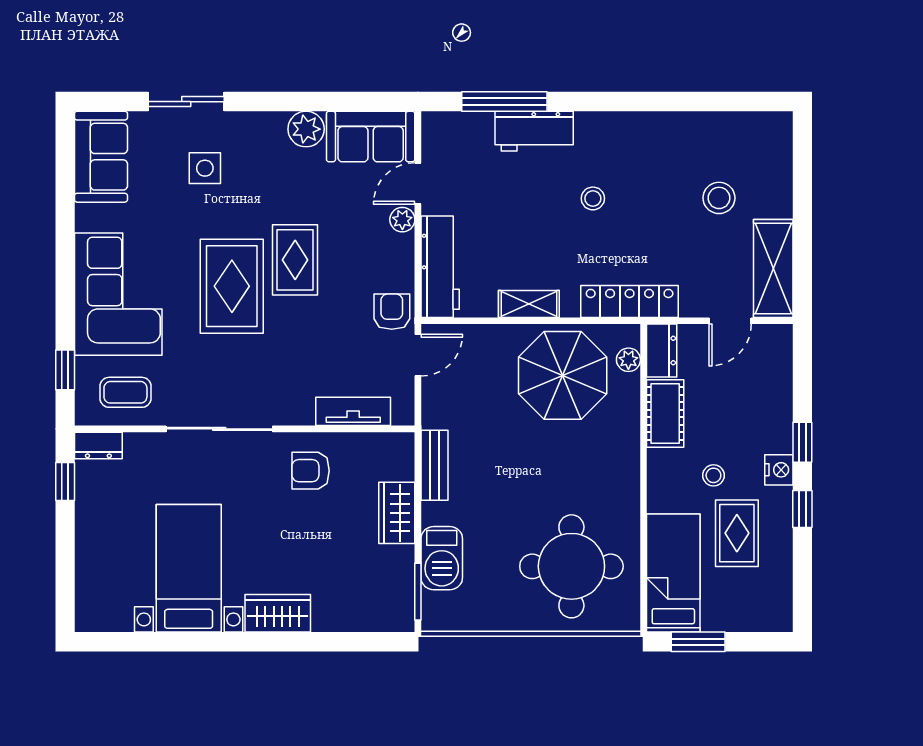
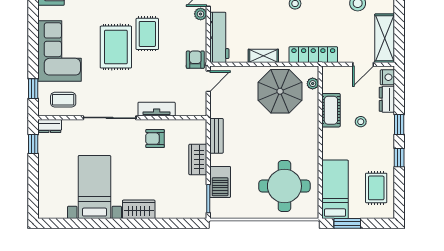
dresser: (662, 351) -> (387, 99), moved, turned 180
tv unit: (353, 411) -> (157, 109), moved
nightstand: (779, 470) -> (387, 77), moved
stool: (713, 475) -> (361, 122), moved
rug: (737, 533) -> (376, 188), moved

